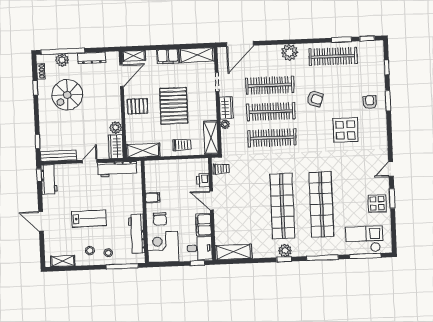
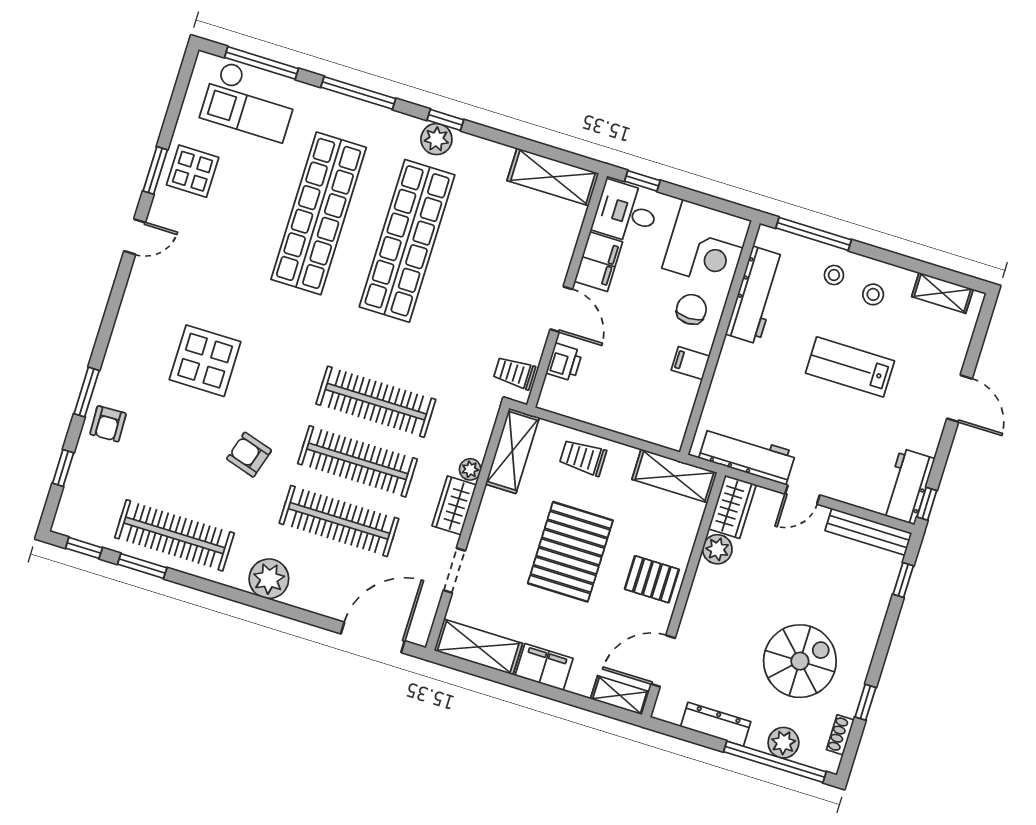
armchair: (370, 102) -> (108, 424), moved

